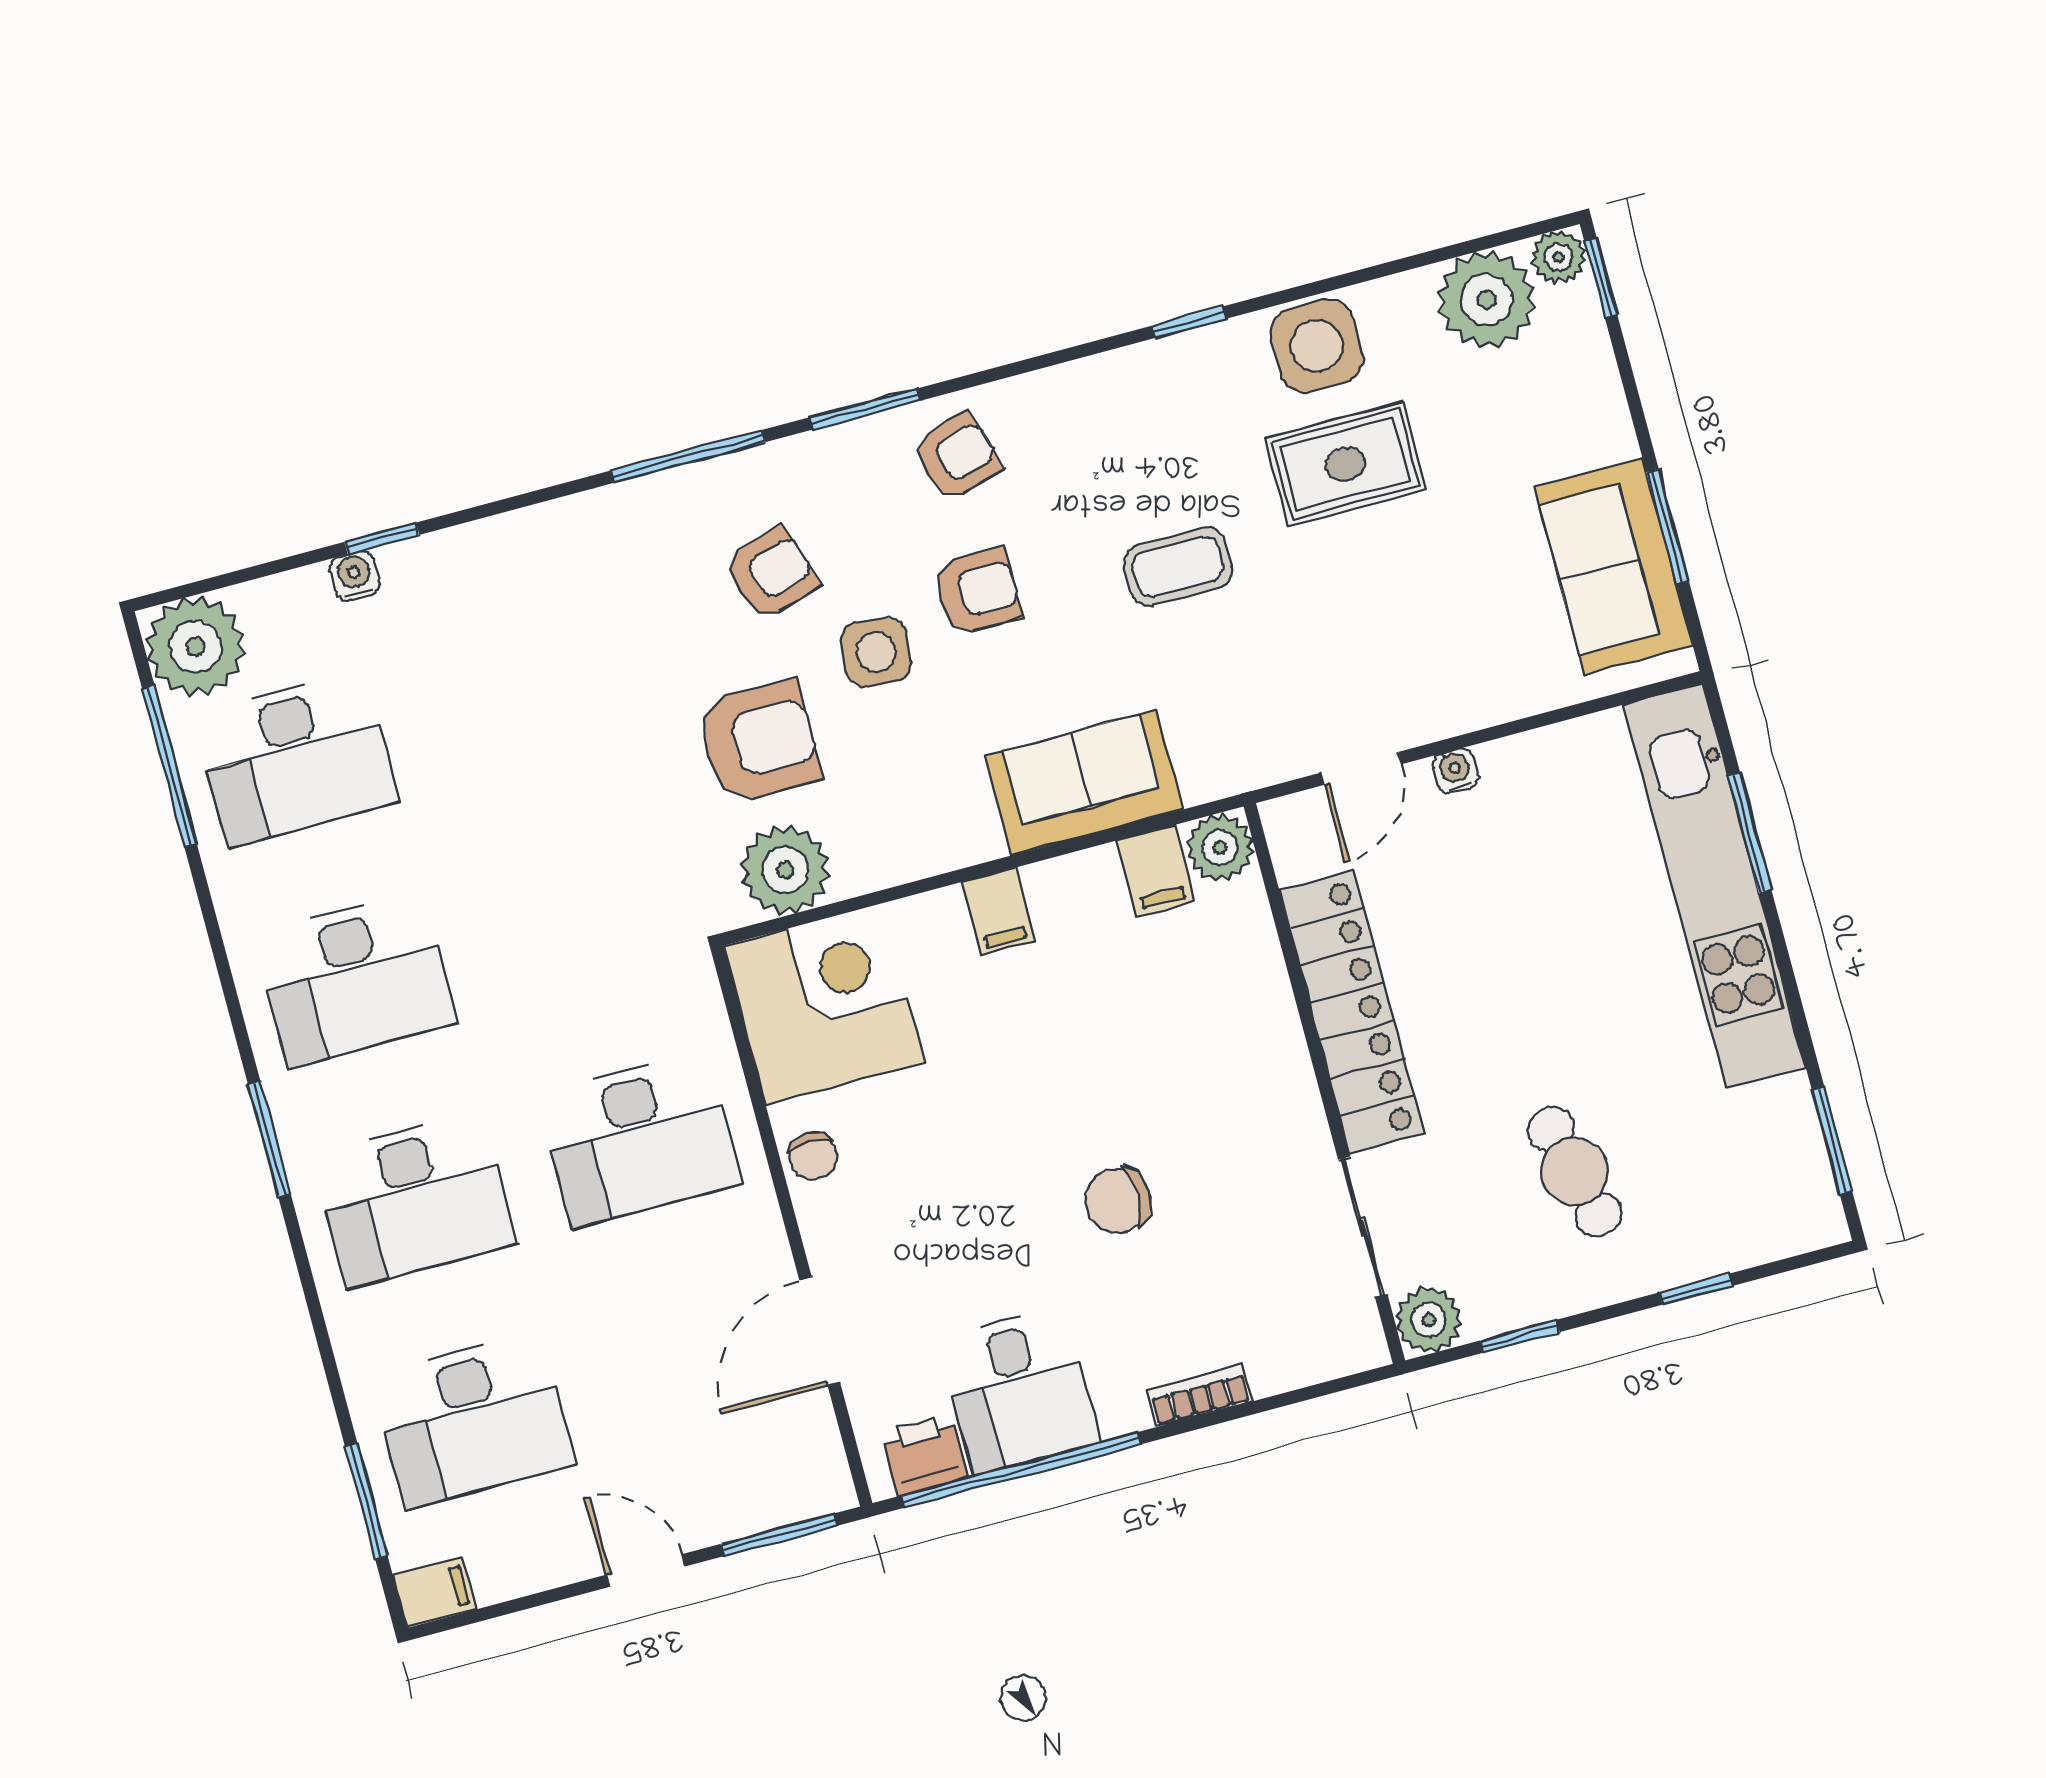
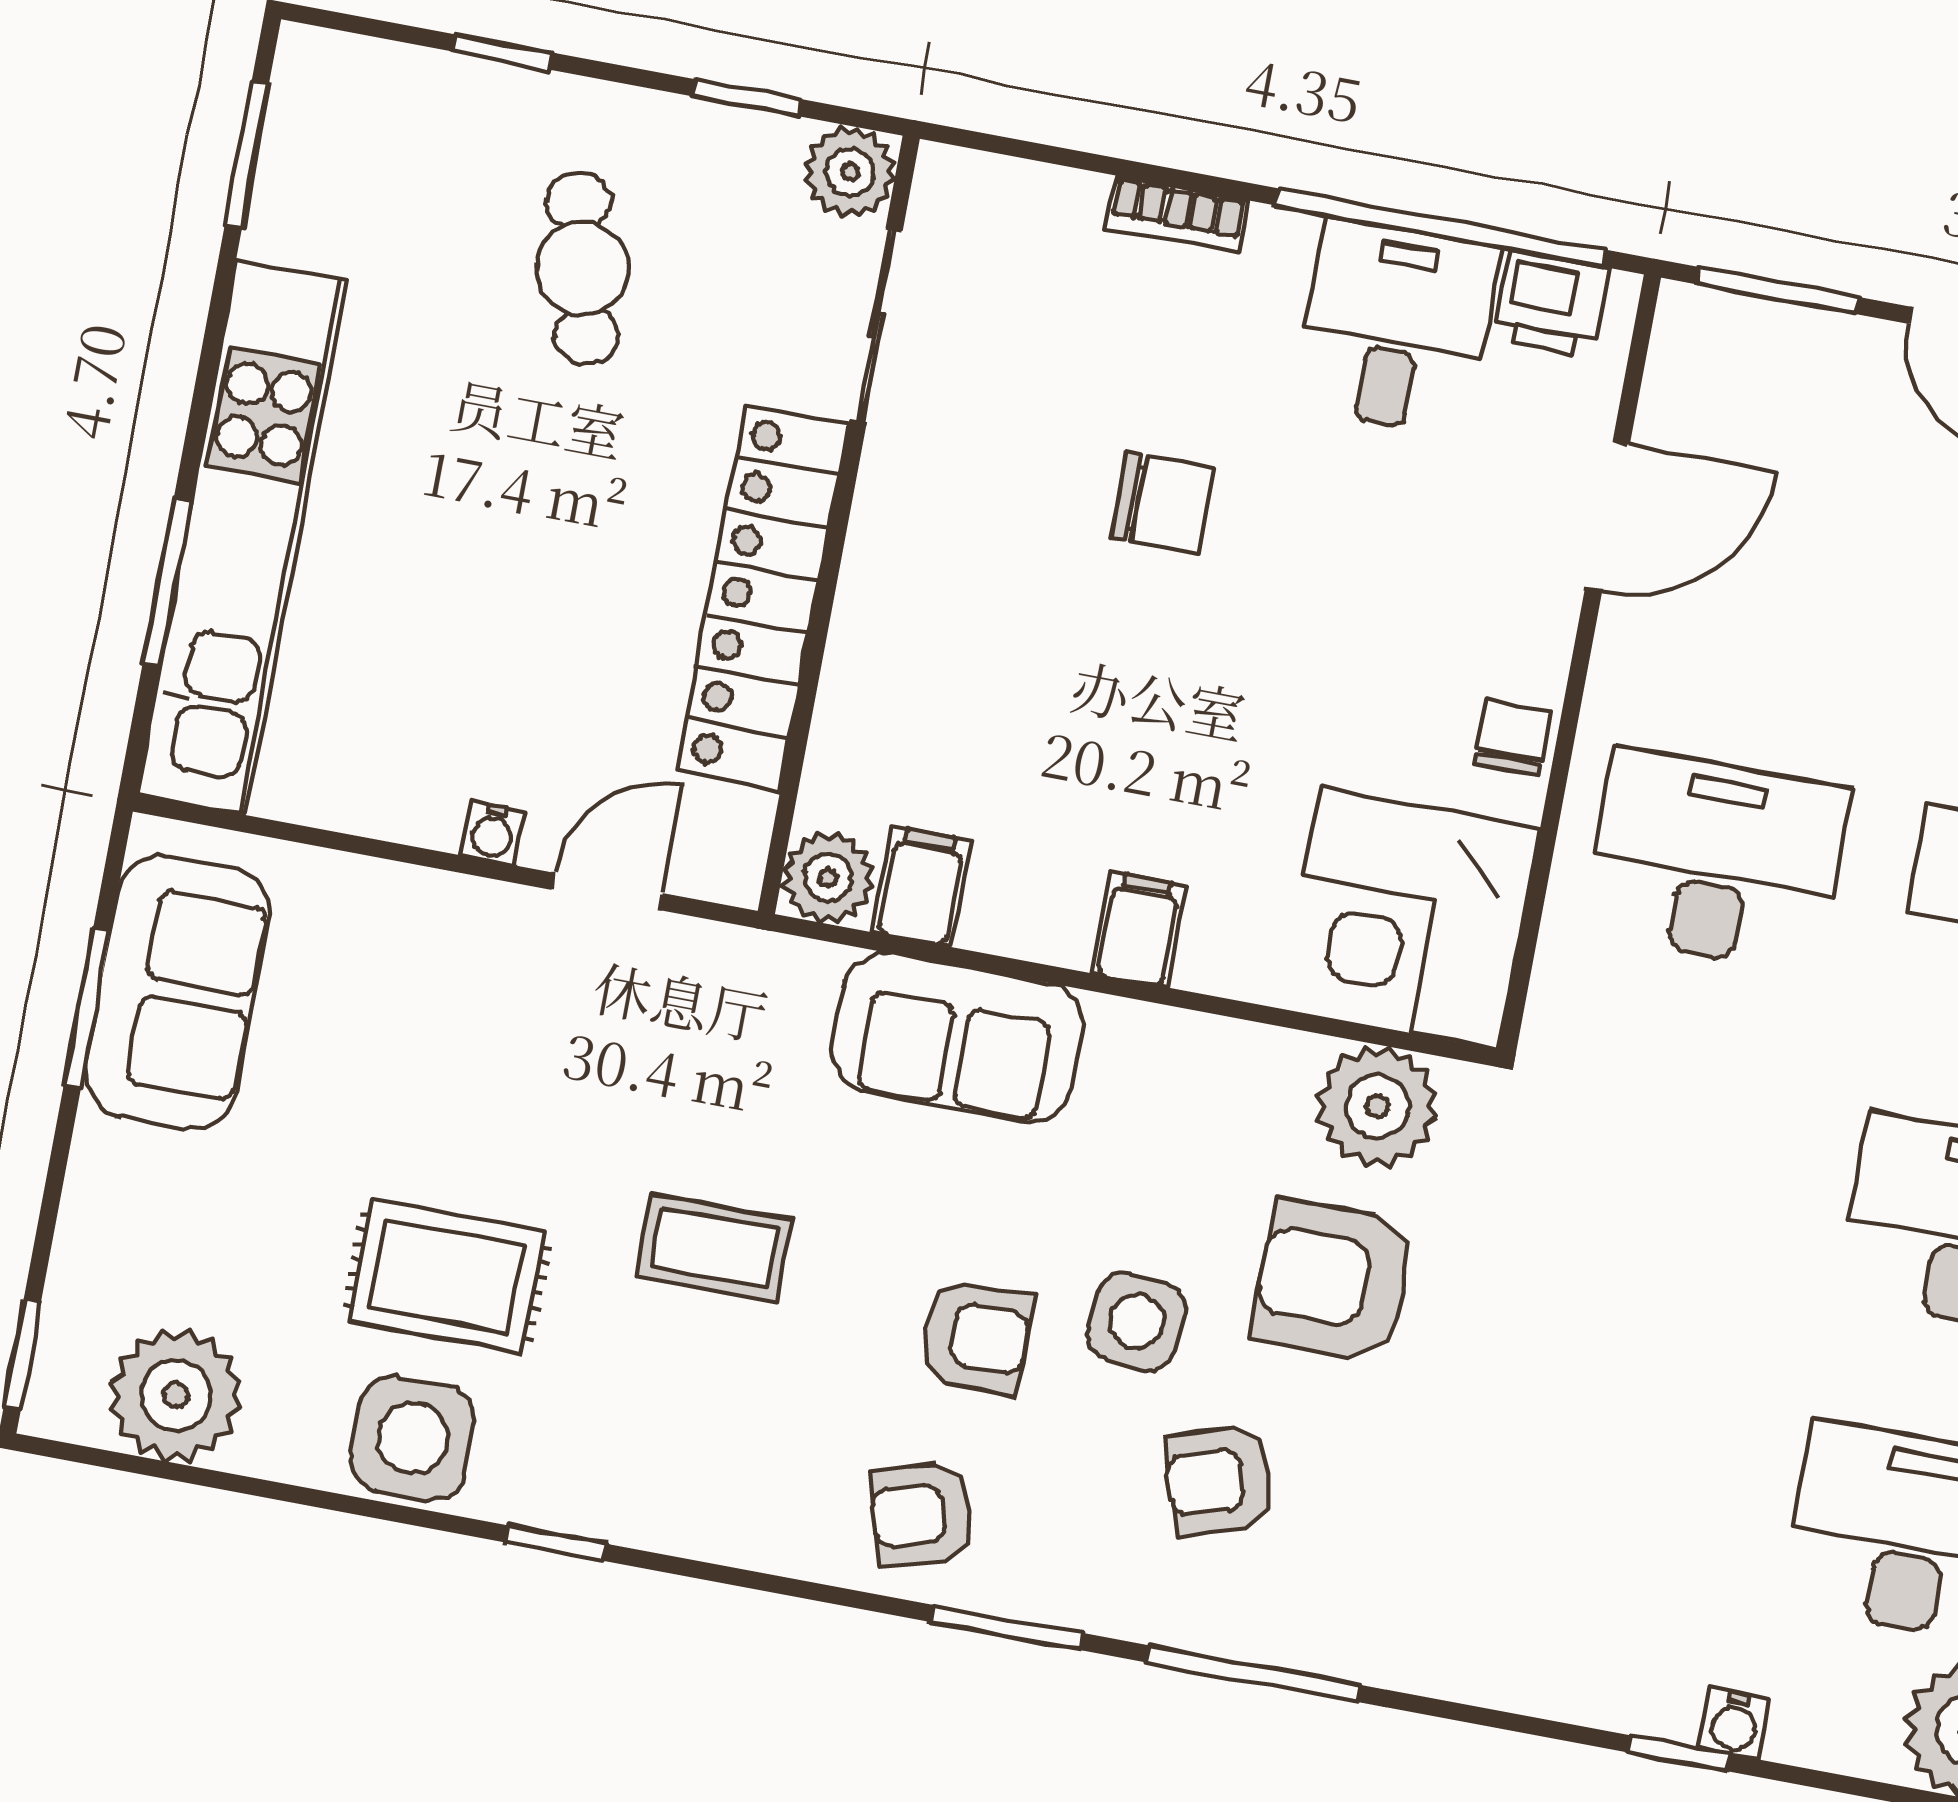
plant: (1559, 257) -> (62, 1405), removed
armchair: (978, 591) -> (976, 1337), turned 180

